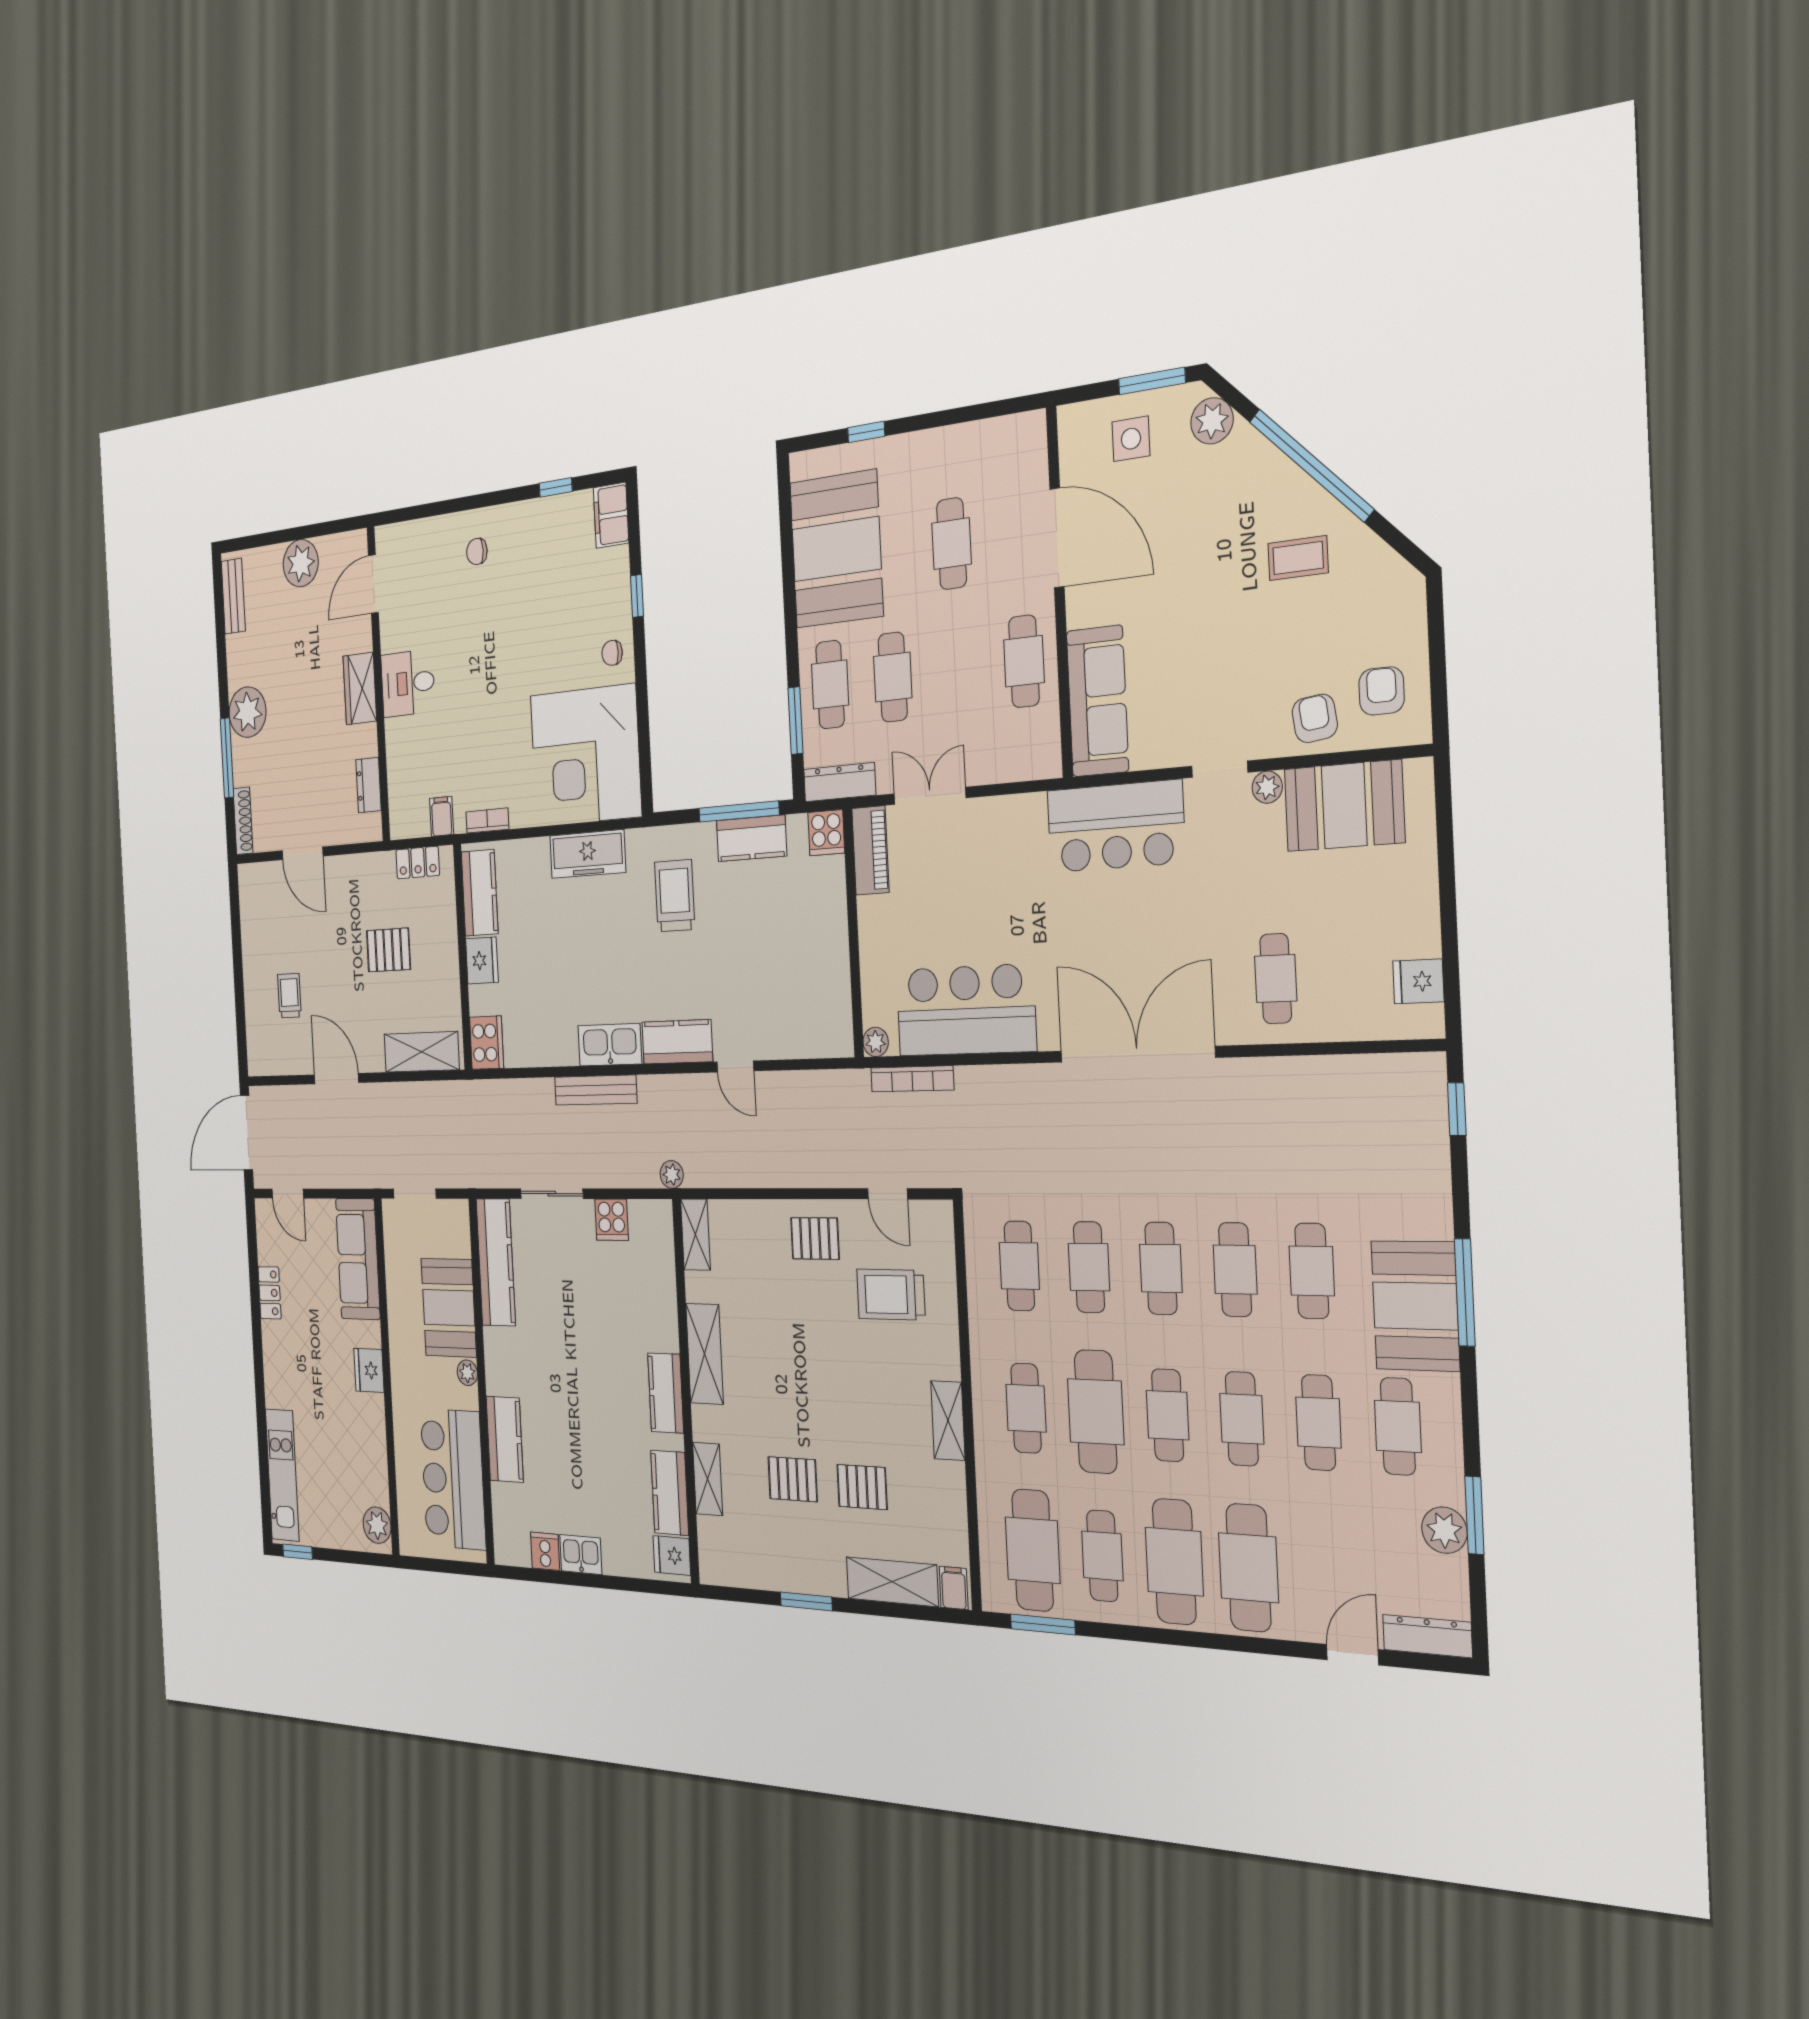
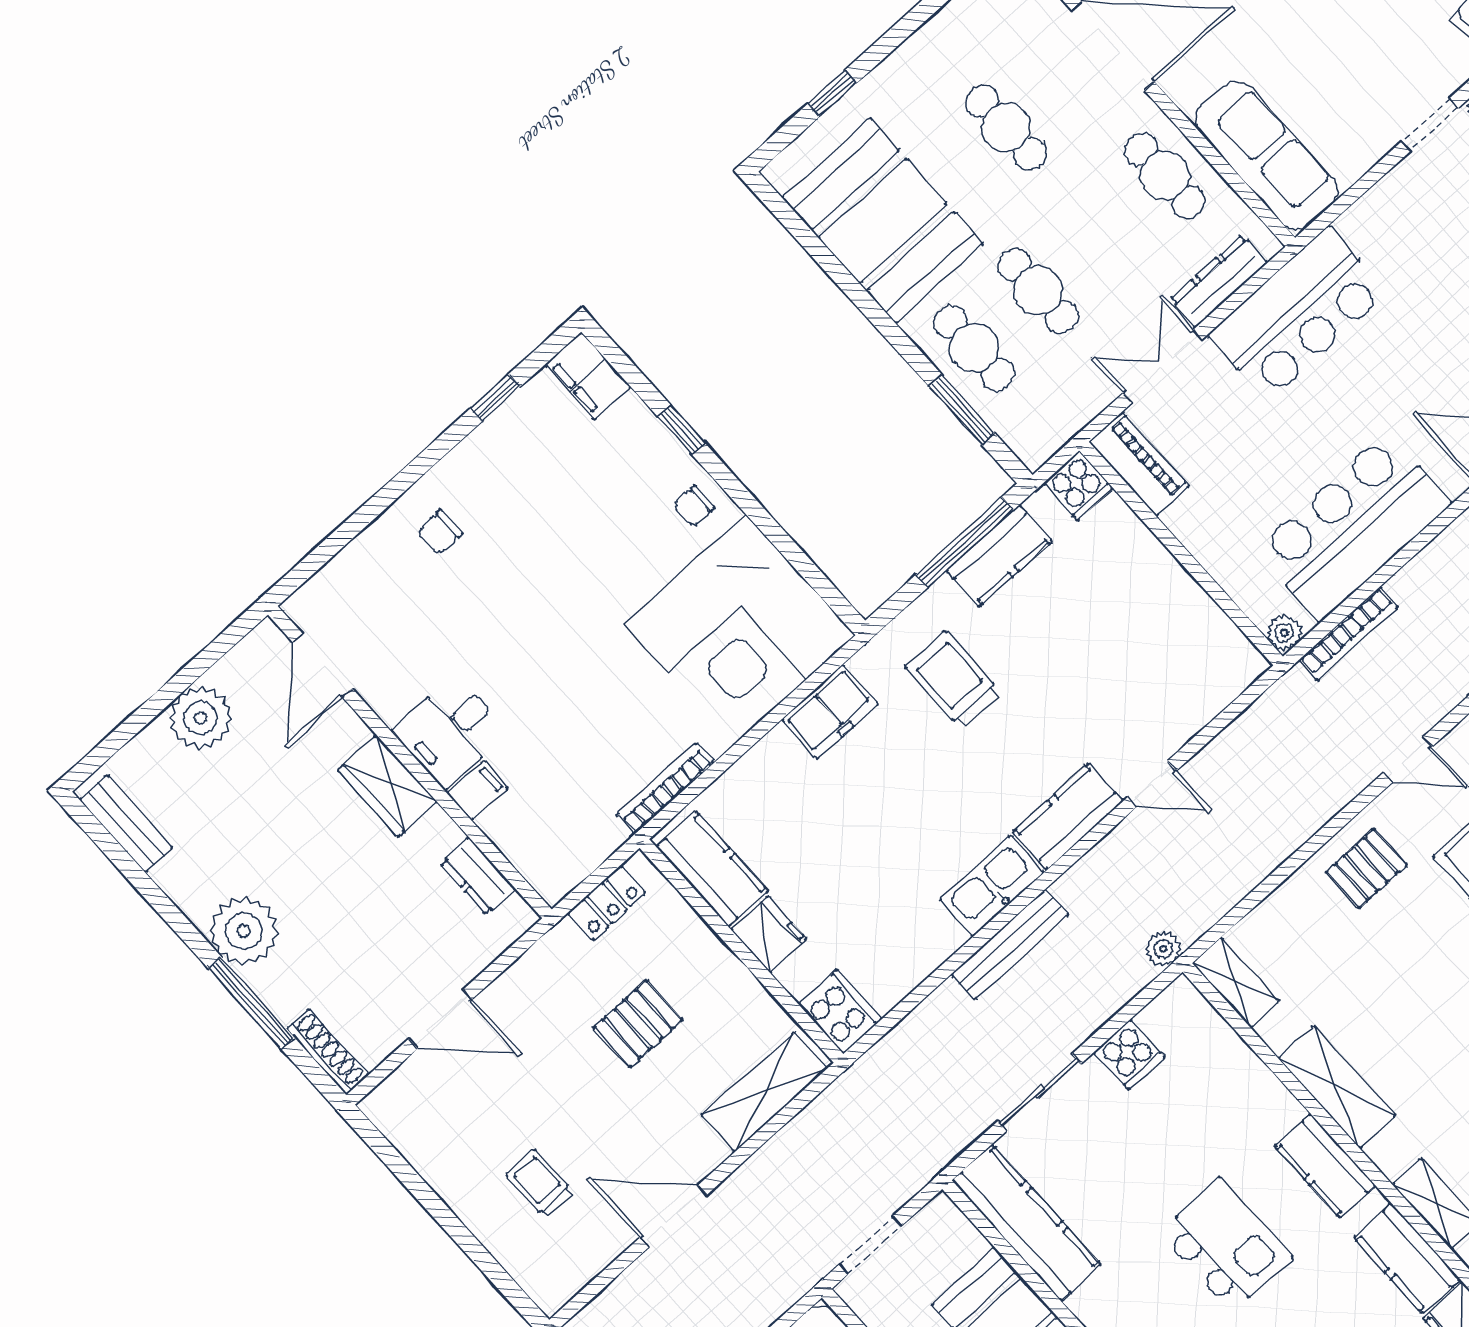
dresser: (840, 782) -> (1219, 281), moved
filing cabinet: (442, 816) -> (478, 791), moved, turned 90
bookcase: (487, 821) -> (665, 789), width x1.56
bar counter: (1116, 826) -> (1298, 314), moved
freezer: (588, 854) -> (830, 712), width x0.71
kitchen island: (584, 1383) -> (1226, 1245), added

